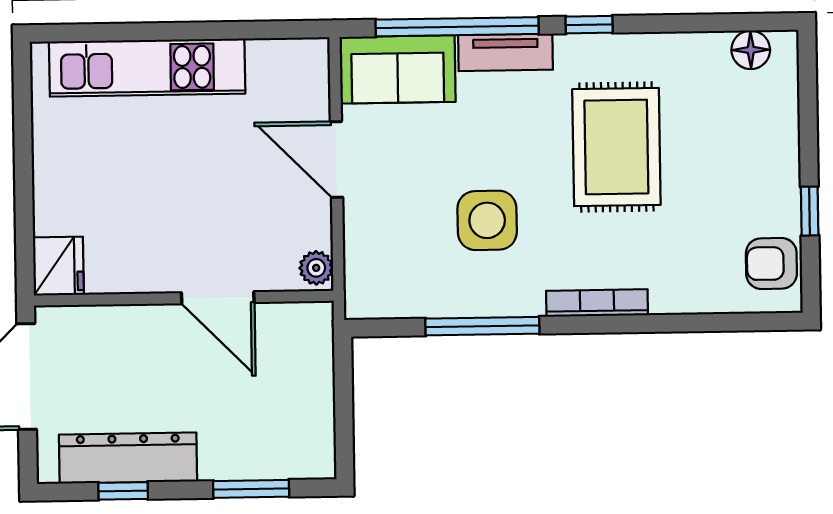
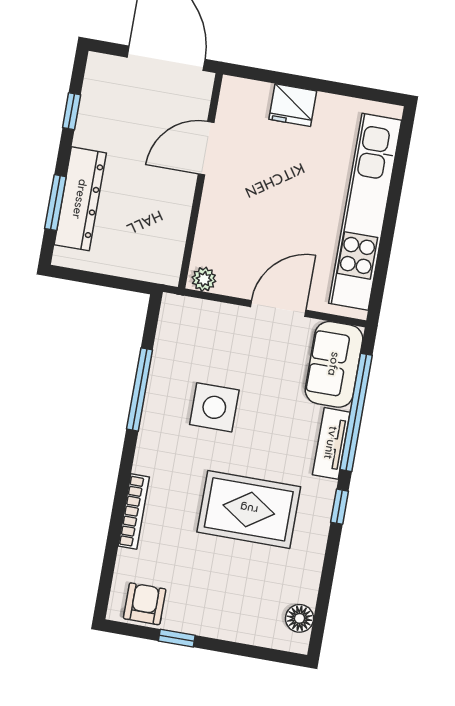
kitchen unit: (147, 68) -> (365, 212), width x1.36
fridge: (58, 266) -> (293, 105), moved
door: (218, 298) -> (206, 148), moved
bookcase: (597, 303) -> (134, 512), moved
dresser: (128, 458) -> (80, 199), moved

